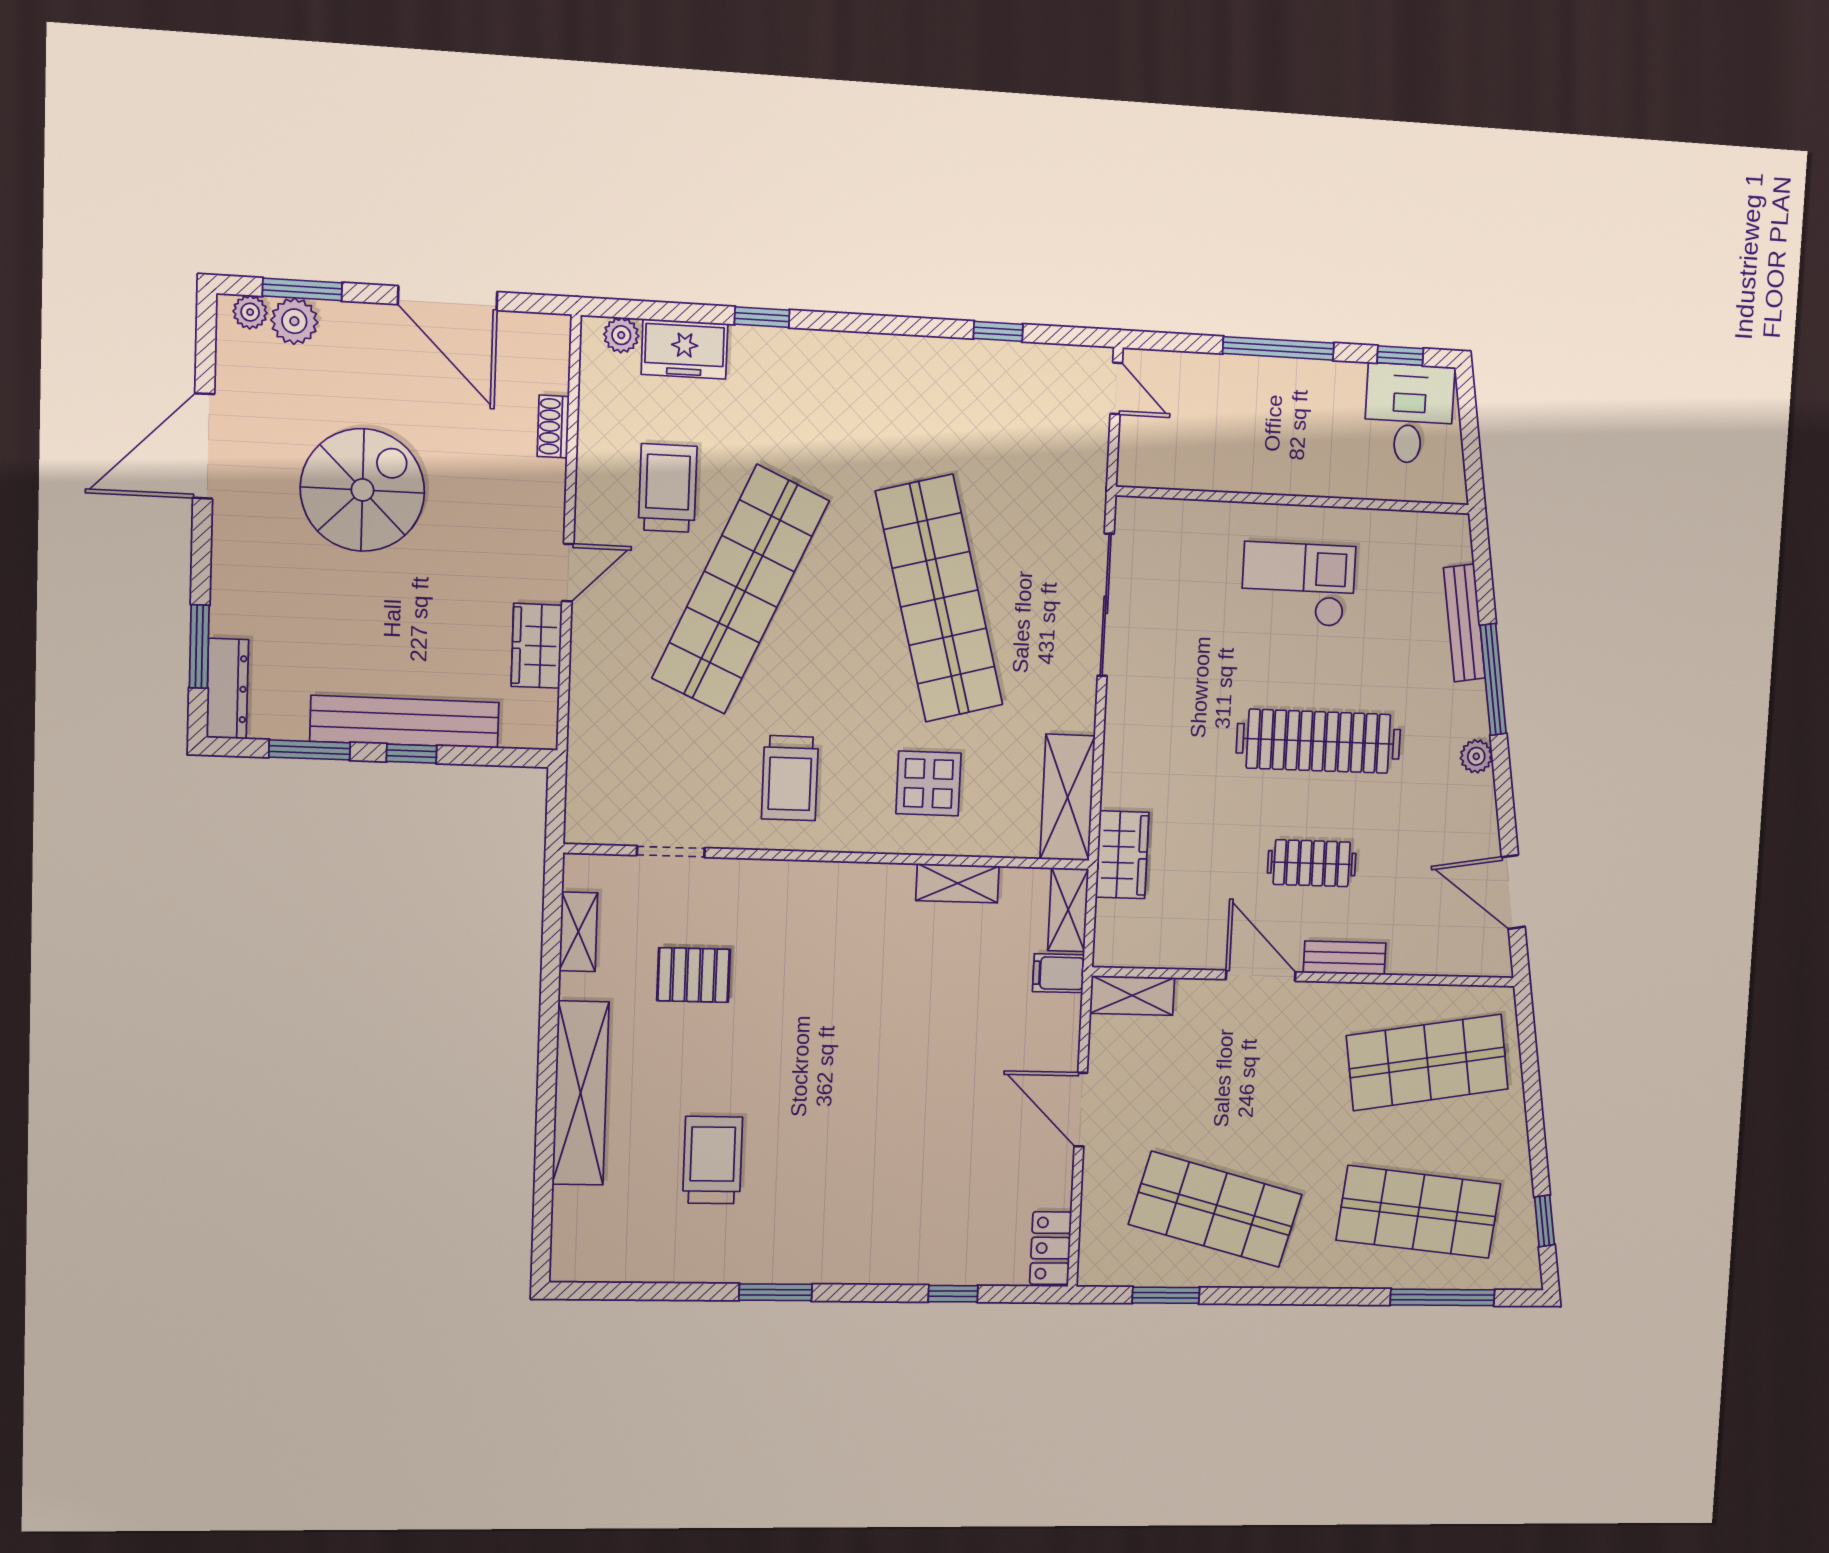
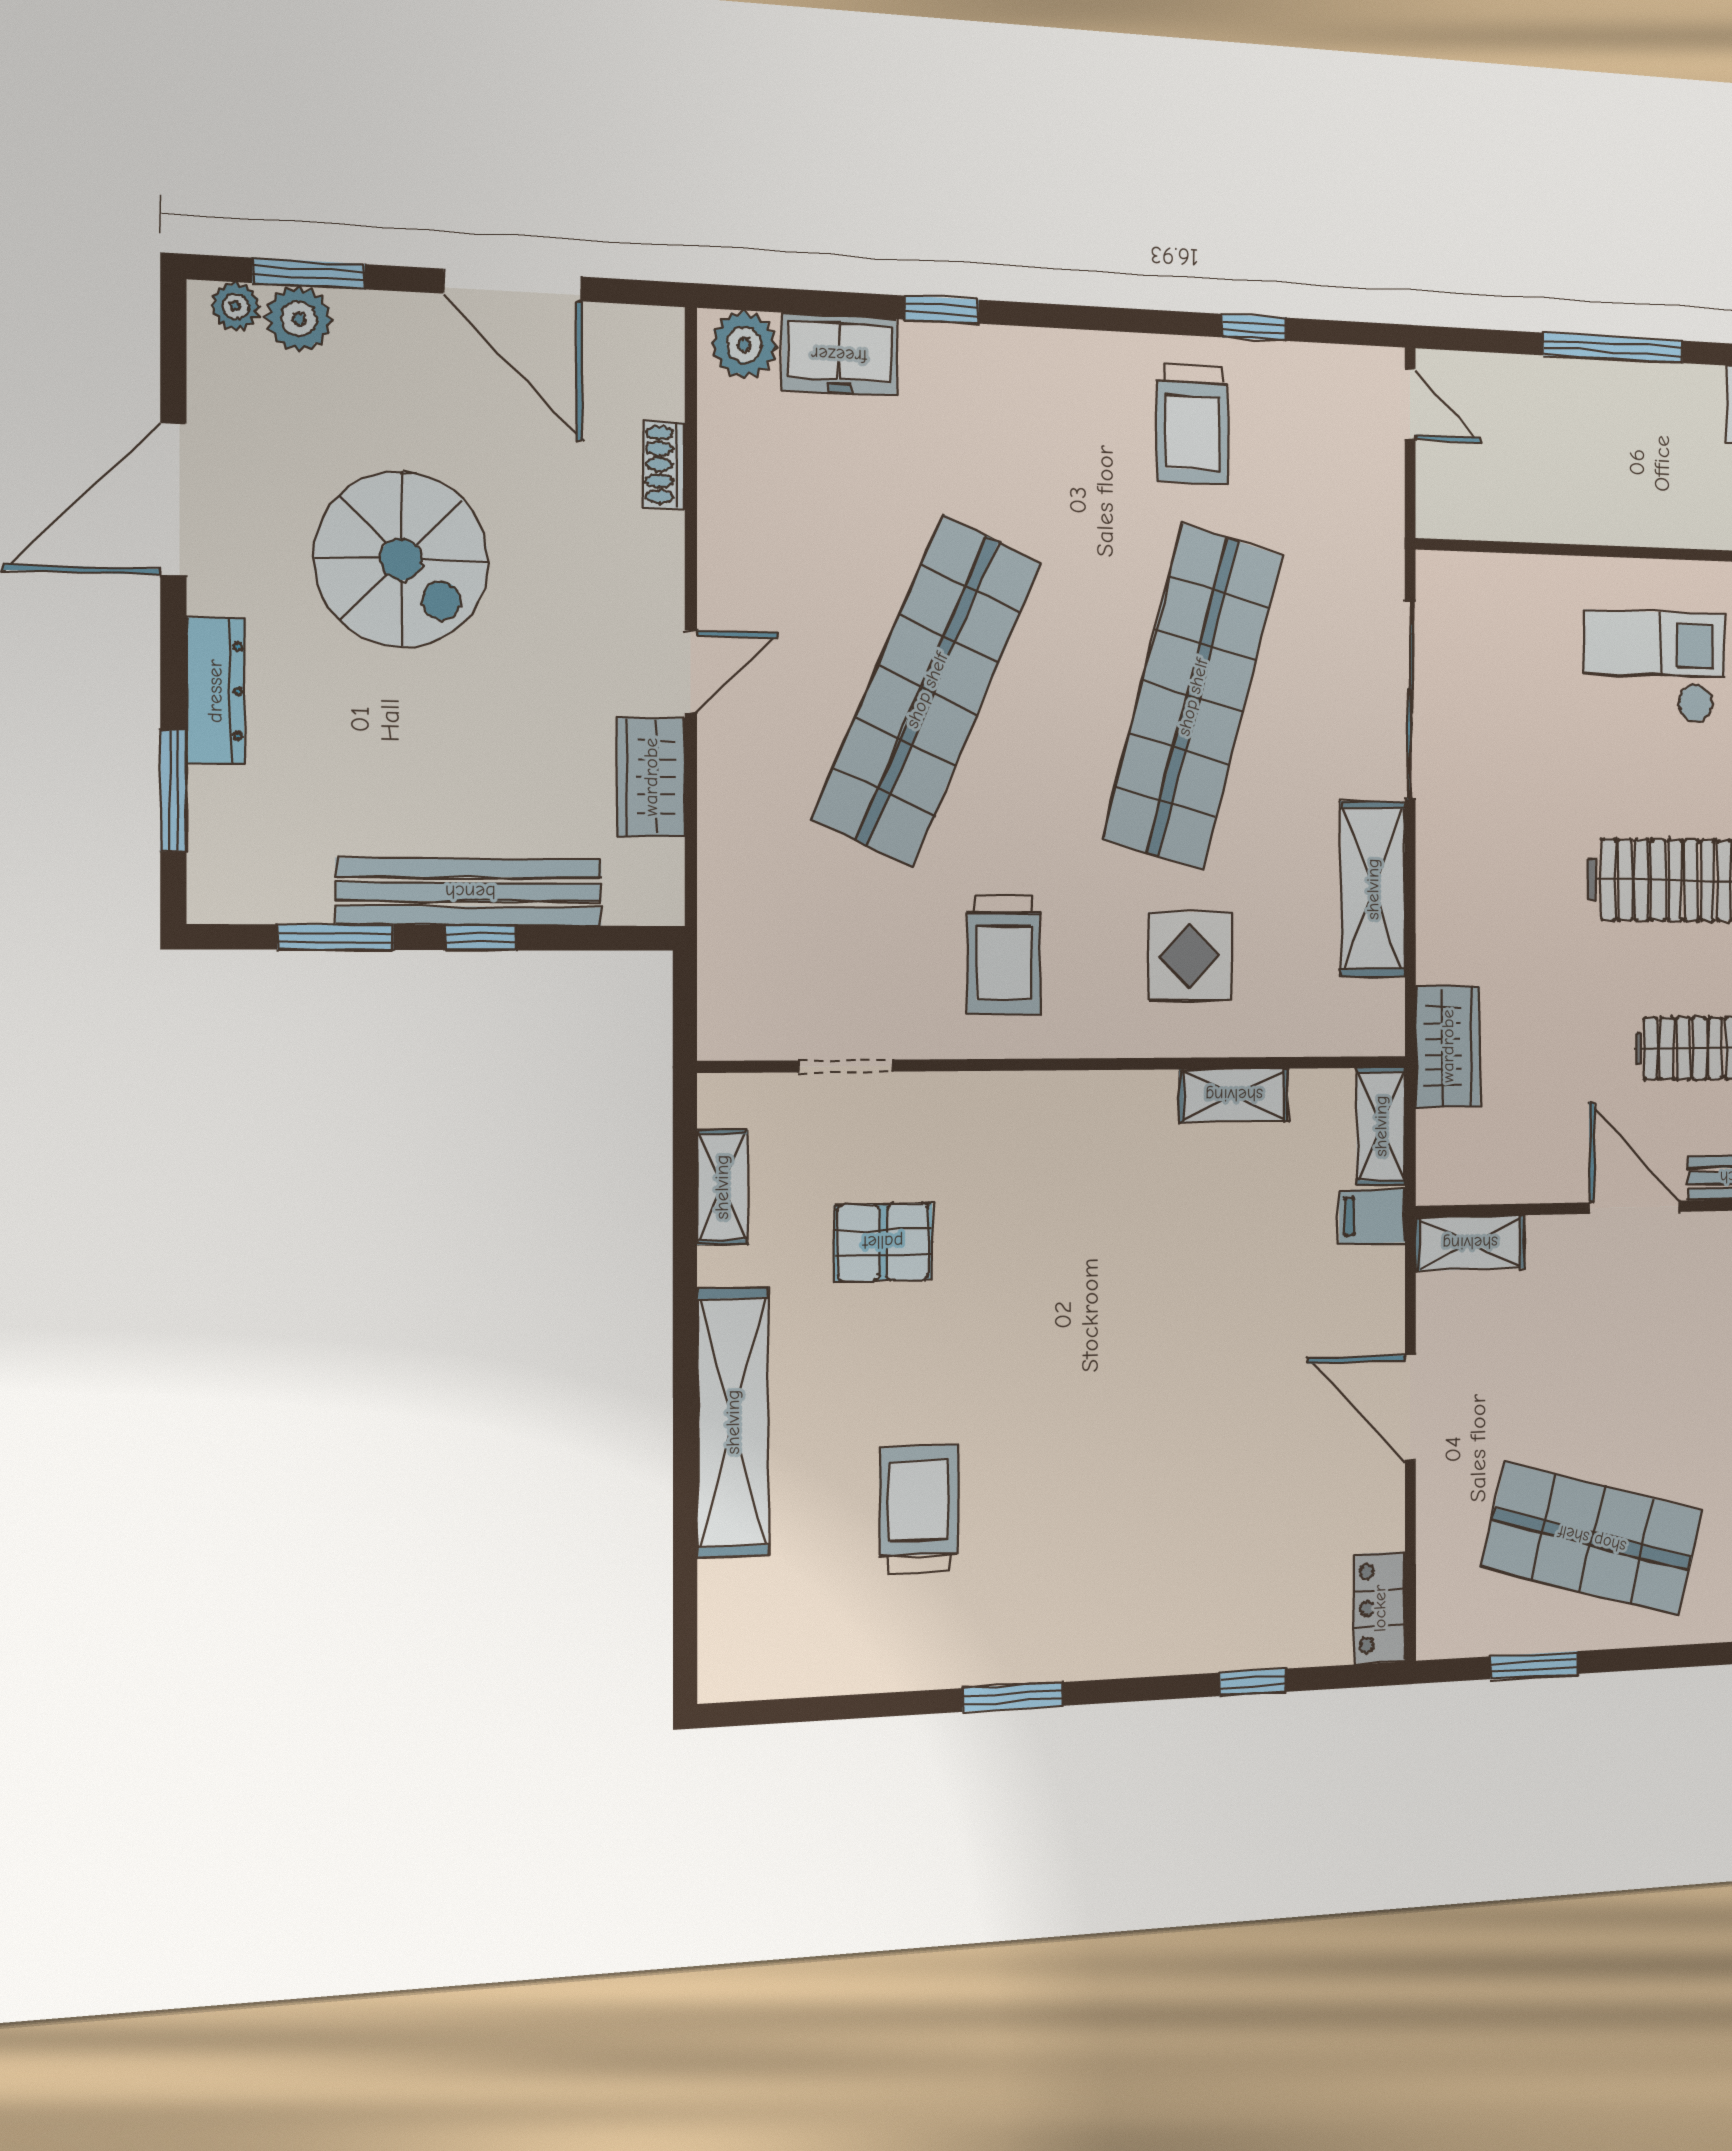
plant: (621, 335) -> (744, 345), width x1.38, depth x1.38
trolley: (668, 488) -> (1192, 425), moved, turned 180
spiral stairs: (363, 490) -> (401, 559), turned 90
shop shelf: (939, 598) -> (1193, 697), turned 30
dresser: (227, 689) -> (215, 691), moved
shelving: (1067, 797) -> (1373, 889), moved

